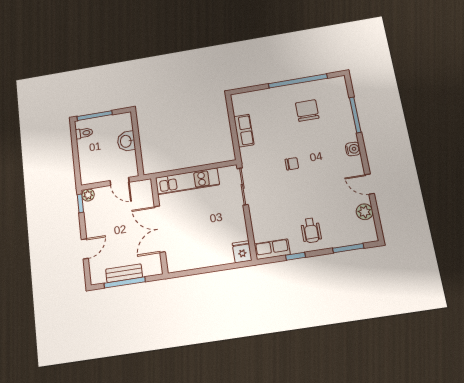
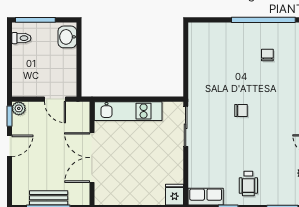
chair: (307, 111) -> (267, 55), width x0.54, depth x0.54
row of seats: (244, 131) -> (197, 66), removed
washbasin: (126, 141) -> (67, 37), moved
door: (85, 249) -> (9, 146), moved

